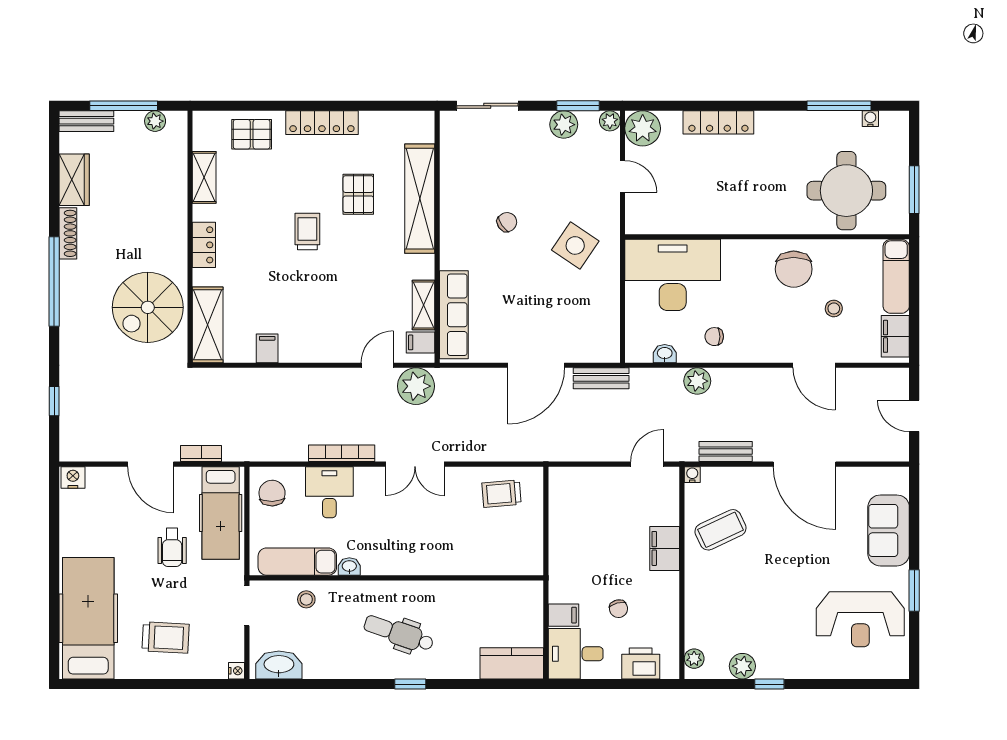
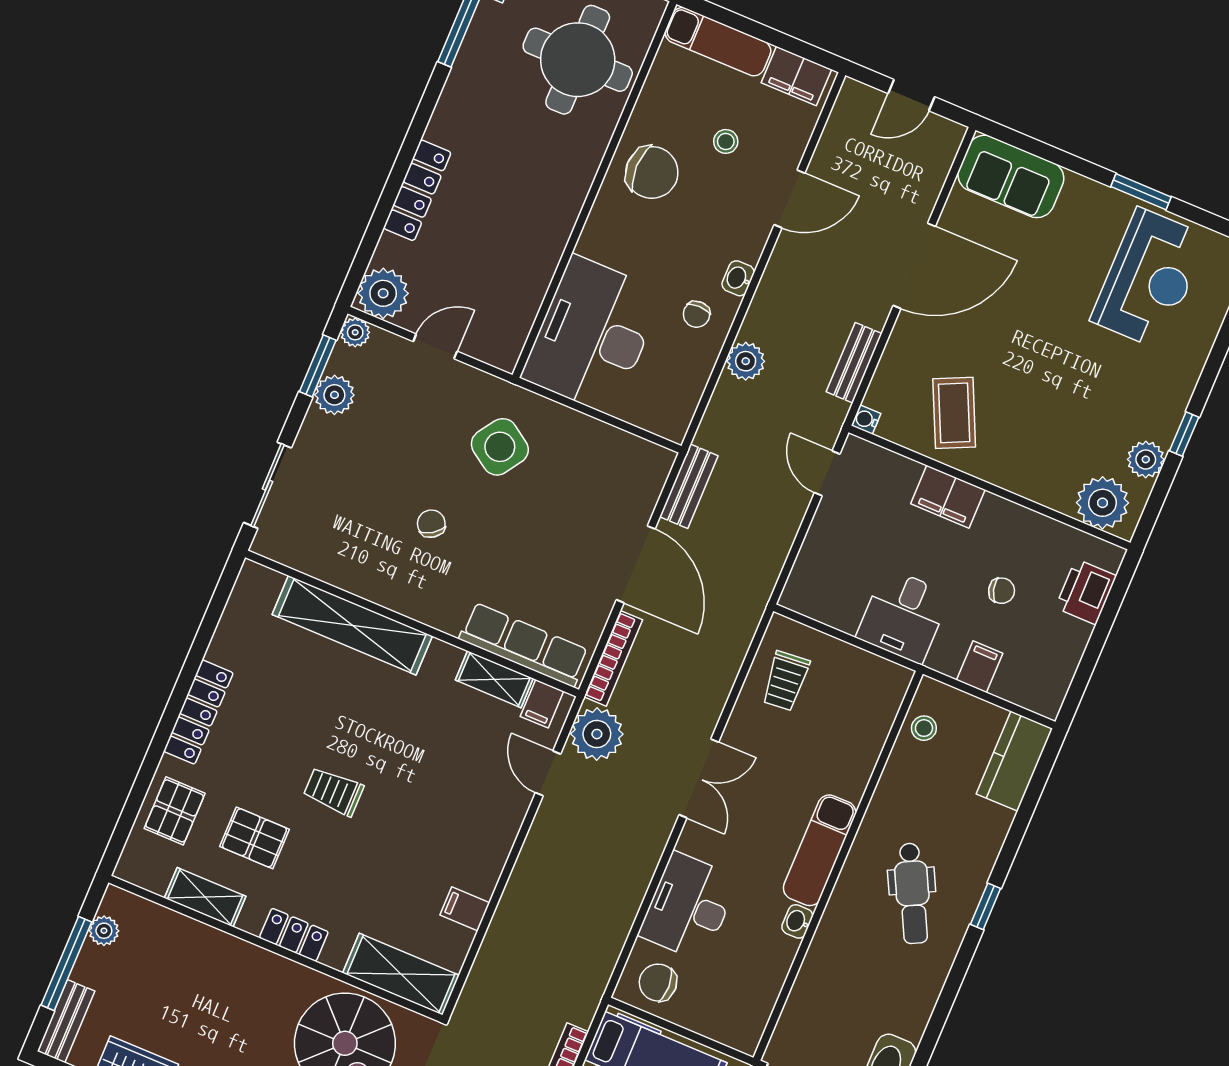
pallet: (358, 194) -> (254, 838), moved
washbasin: (665, 354) -> (738, 278), moved
bookcase: (342, 453) -> (613, 658), moved, turned 180
desk: (329, 492) -> (689, 907), width x1.37
sofa: (889, 530) -> (1011, 176), moved
exam couch: (297, 562) -> (820, 850), moved
stool: (306, 599) -> (924, 728), moved
dental chair: (399, 633) -> (912, 893), turned -46
desk: (576, 654) -> (903, 616), moved
plant: (694, 659) -> (1103, 503), width x1.87, depth x1.87

